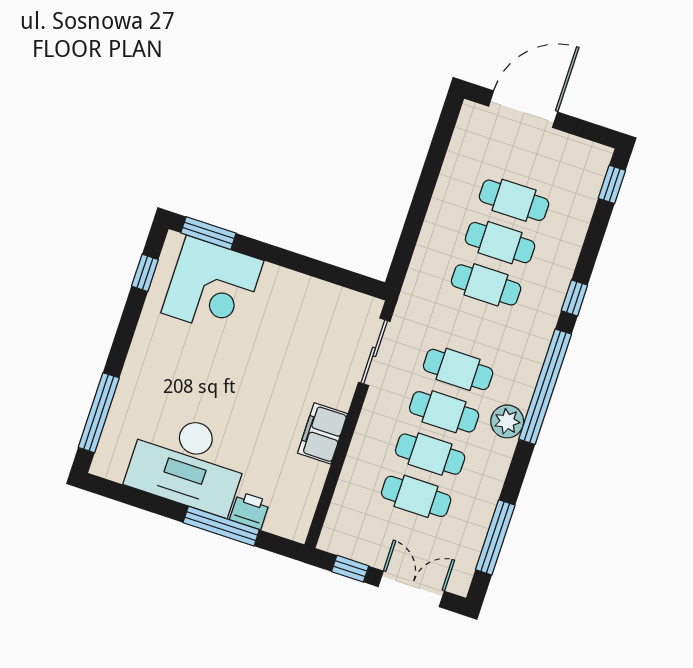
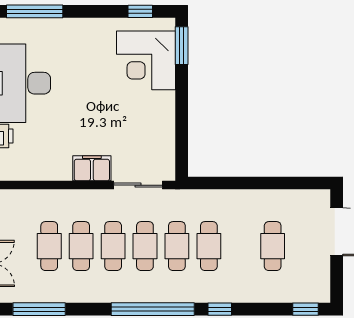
cafe table: (500, 243) -> (177, 246), moved
plant: (507, 421) -> (121, 291), removed
filing cabinet: (323, 433) -> (92, 168), moved

